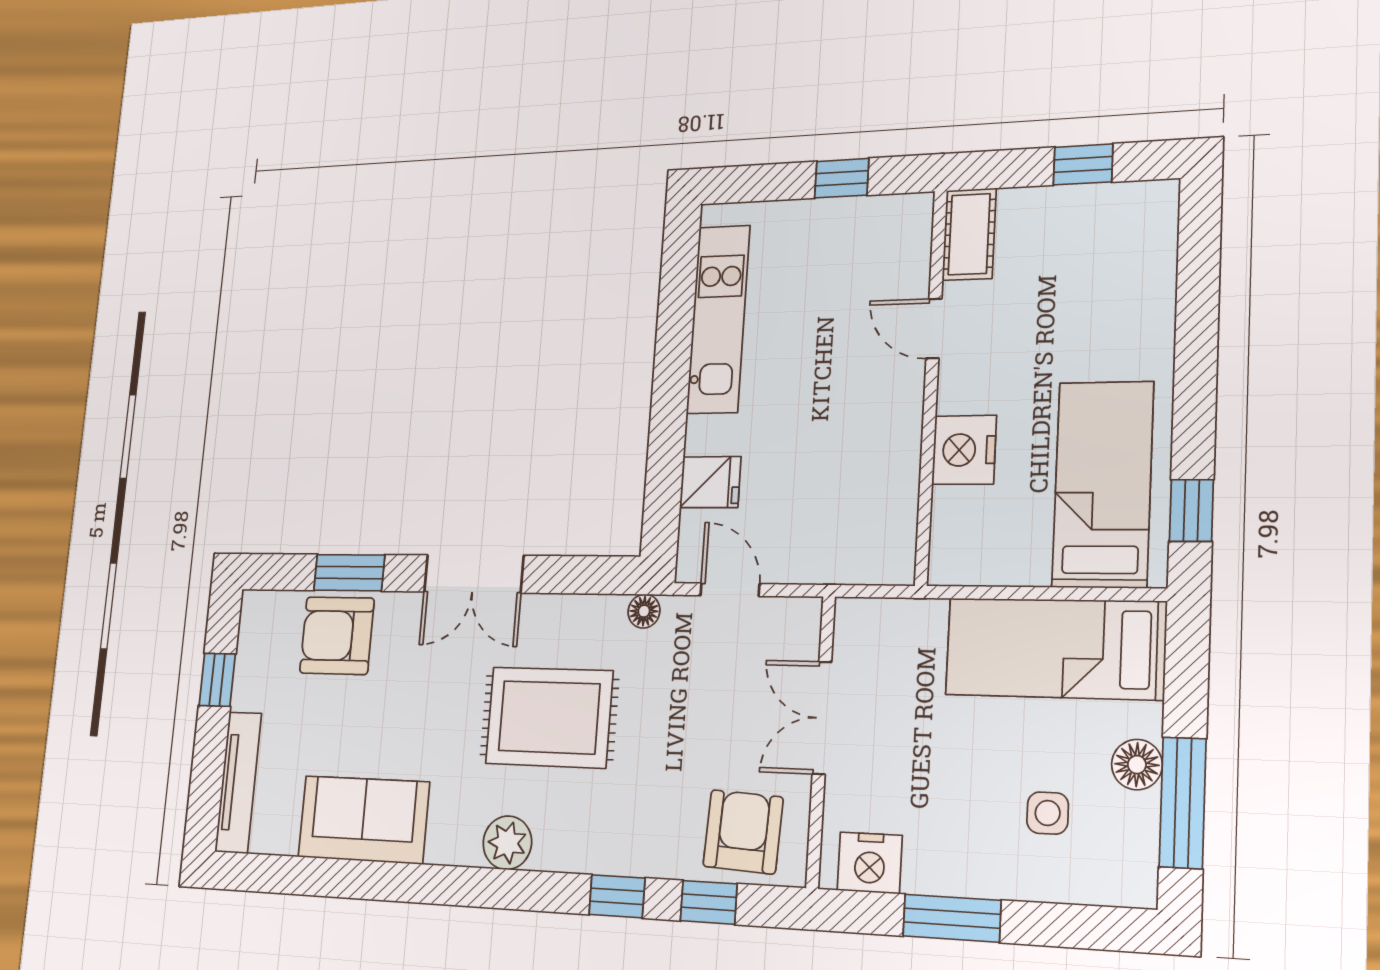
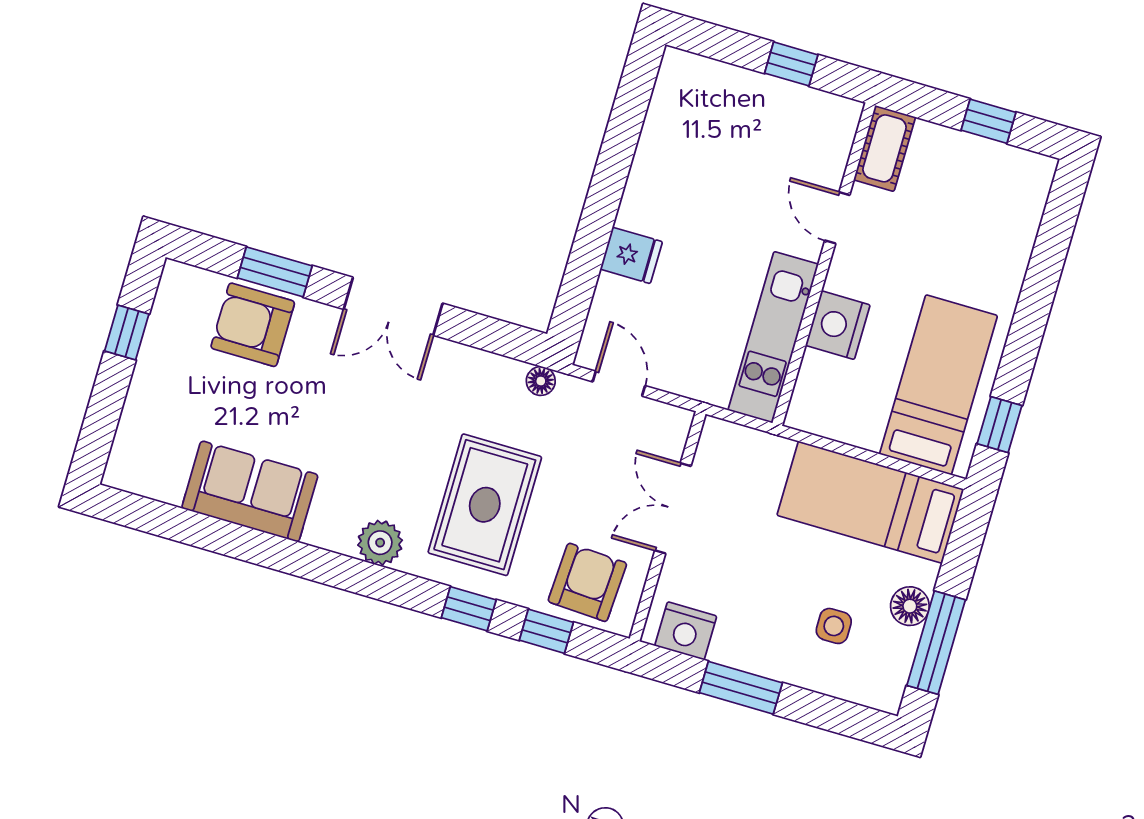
kitchen unit: (718, 319) -> (773, 337), moved, turned 180
fridge: (710, 482) -> (631, 255), moved
rug: (549, 717) -> (485, 505), moved, turned 90
tv unit: (238, 782) -> (133, 429), removed

